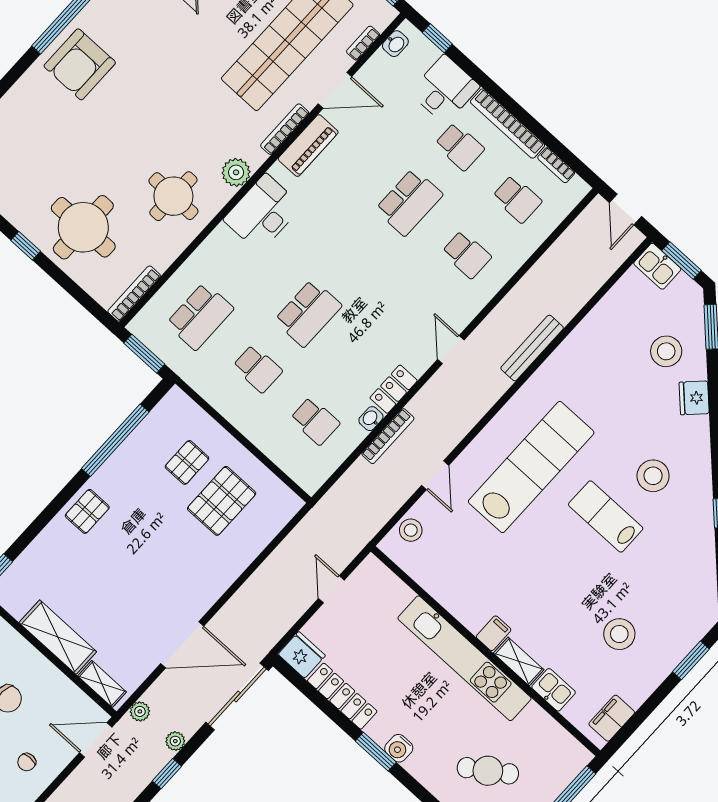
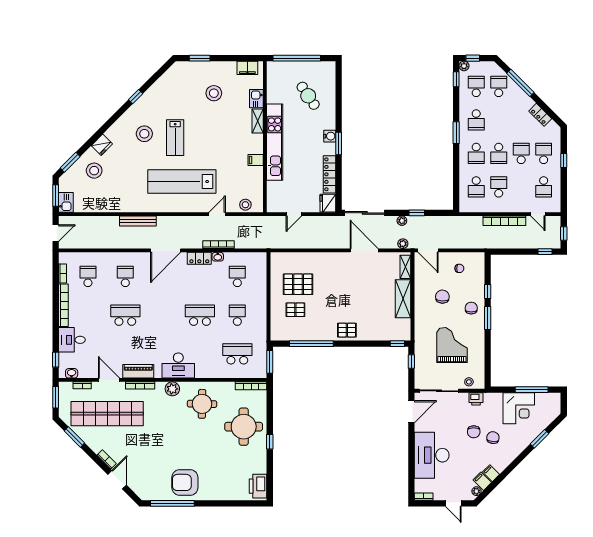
armchair: (80, 64) -> (185, 482), turned 180
school desk: (460, 147) -> (88, 315), removed
door: (451, 350) -> (166, 250), width x1.88
filing cabinet: (494, 633) -> (256, 160), moved

